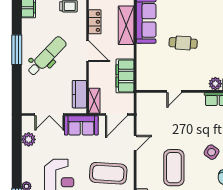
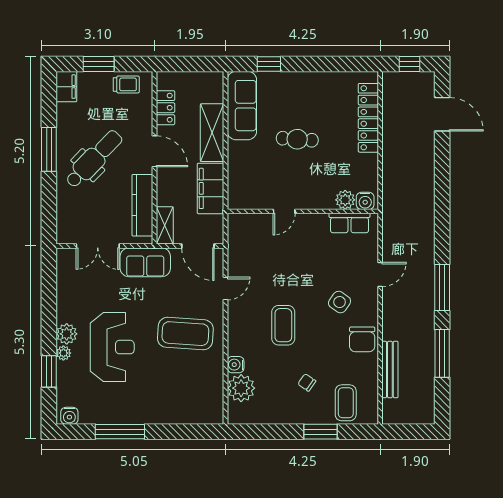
shelving: (126, 25) -> (212, 133), moved
kitchen counter: (79, 94) -> (142, 205), width x1.50
door: (117, 115) -> (198, 246), hinge flipped
plant: (29, 139) -> (67, 334), moved
coffee table: (174, 168) -> (283, 325), width x0.73, depth x0.76

